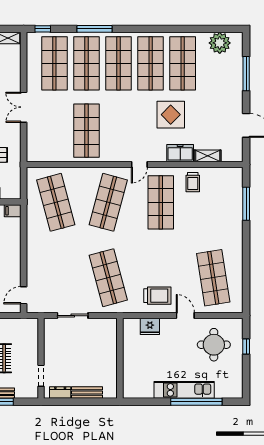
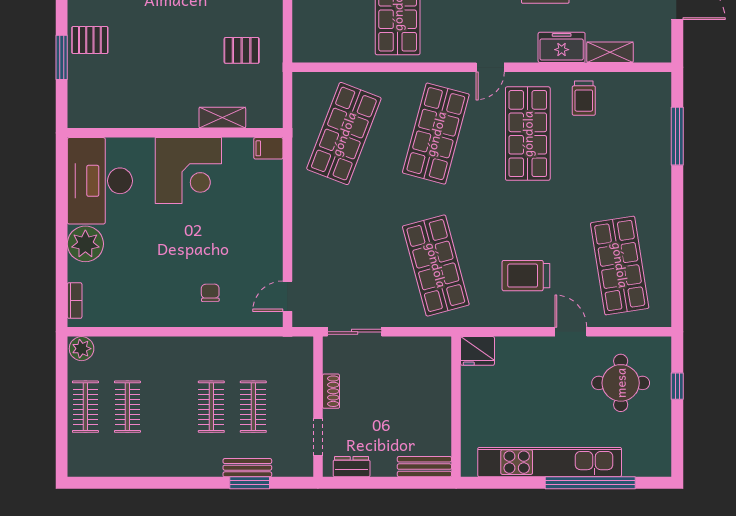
shop shelf: (56, 202) -> (344, 134), turned 36
trolley: (157, 296) -> (526, 276), moved, turned 180
sliding door: (73, 316) -> (355, 332), moved
fridge: (150, 326) -> (478, 351), moved
shoe rack: (48, 349) -> (331, 391), added
kitchen unit: (184, 390) -> (550, 462), width x1.36
bench: (87, 392) -> (424, 467), moved

